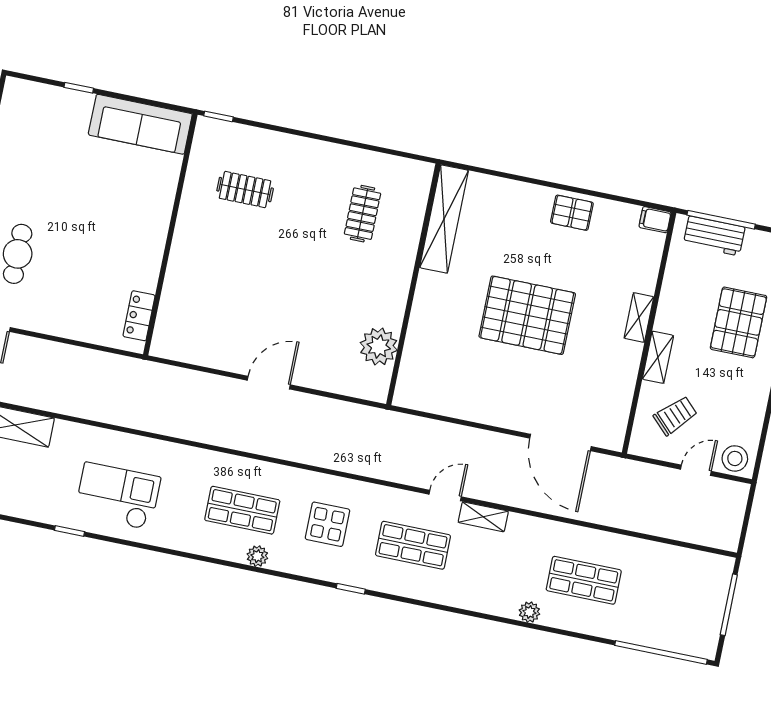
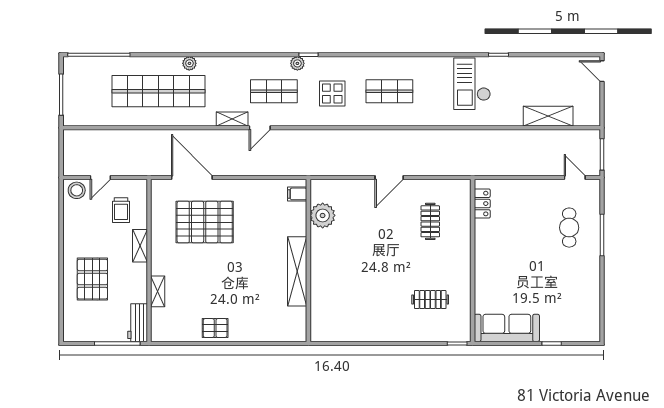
clothes rail: (362, 214) -> (430, 221), moved
shelving: (444, 219) -> (297, 271), moved
filing cabinet: (655, 220) -> (297, 194), moved, turned 180
workbench: (714, 236) -> (138, 323), moved, turned -90
pallet: (527, 315) -> (205, 222), moved
shelving: (639, 317) -> (158, 291), moved
trolley: (675, 416) -> (121, 210), turned -45
checkout: (118, 496) -> (472, 84), turned 90
plant: (257, 556) -> (297, 63), moved
shop shelf: (584, 580) -> (158, 91), width x2.00, depth x1.36

